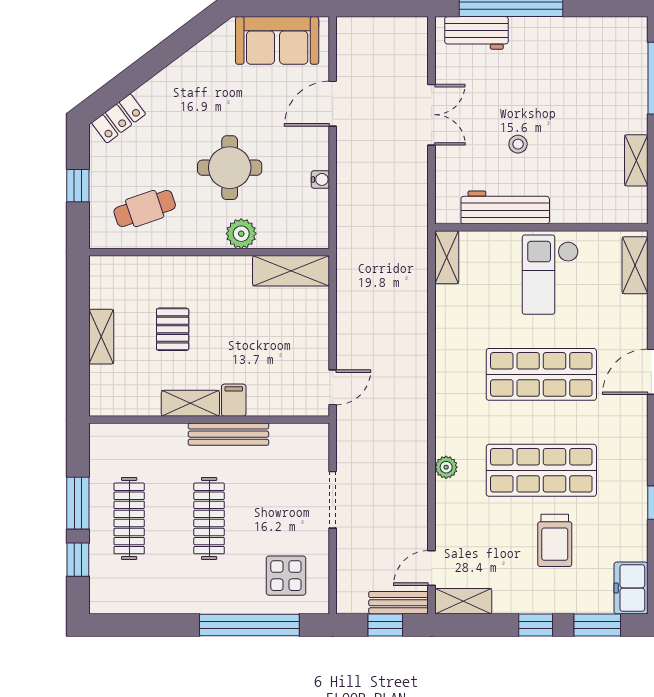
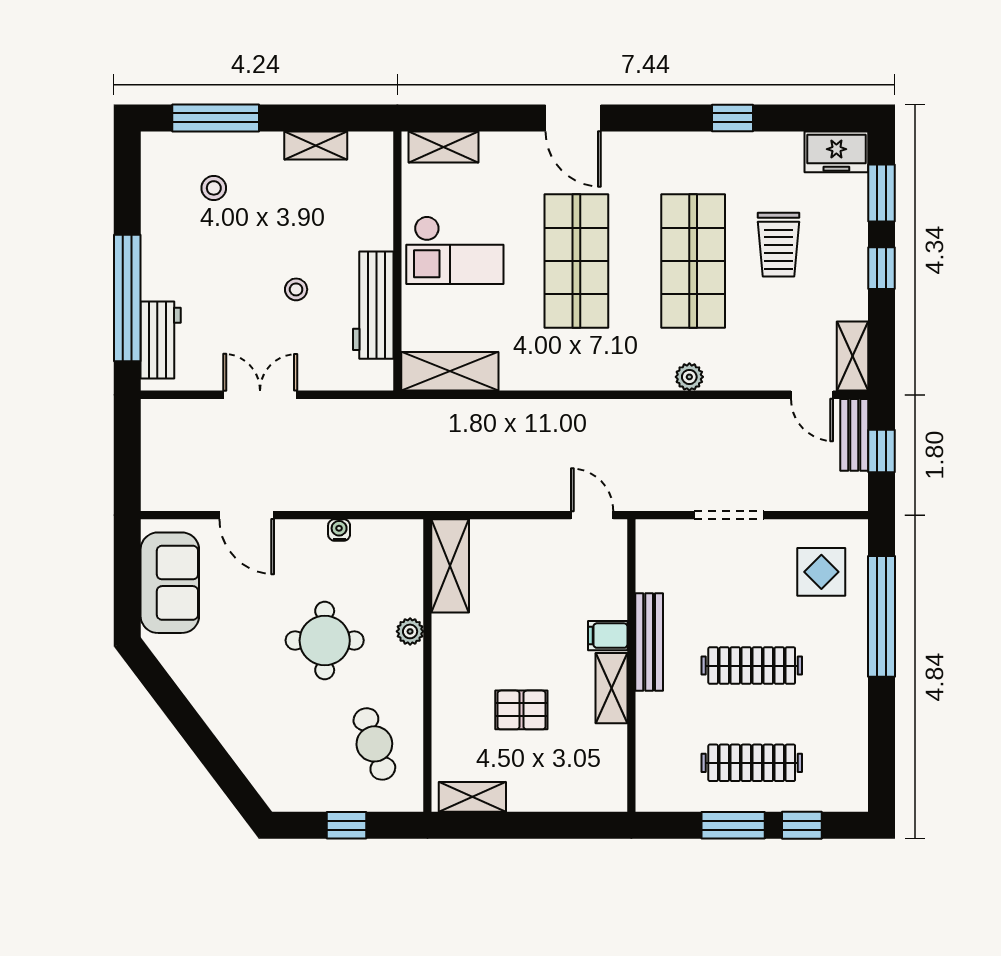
stool: (601, 77) -> (214, 188), added
locker: (119, 118) -> (265, 776), removed
plant: (241, 234) -> (410, 631), width x0.73, depth x0.73
shelving: (447, 257) -> (450, 371), width x1.50, depth x1.33
shelving: (101, 337) -> (472, 797), moved
trolley: (555, 540) -> (778, 245), turned 90

